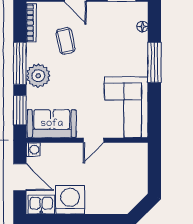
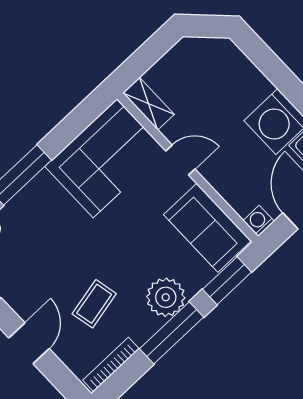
shelving: (132, 150) -> (149, 104), added

